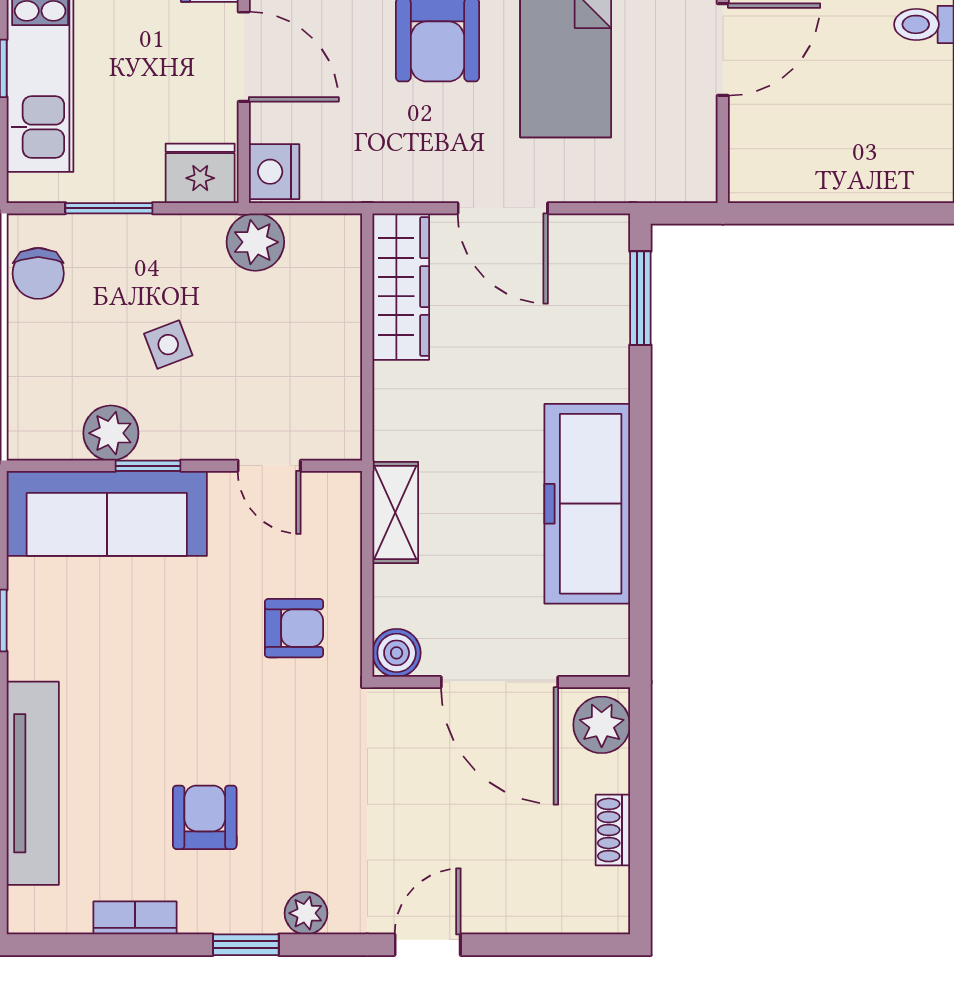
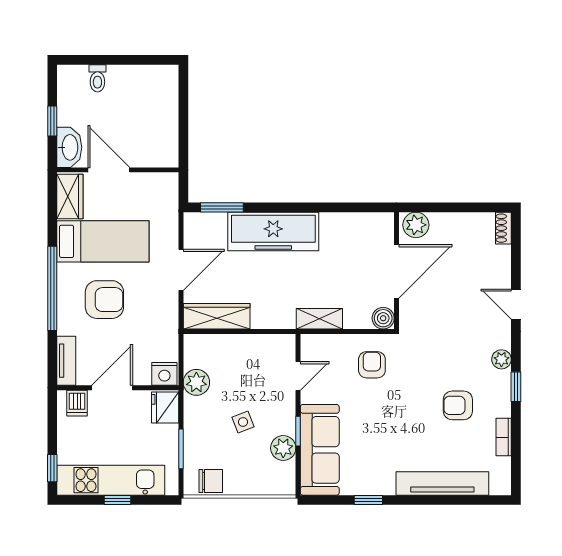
freezer: (587, 504) -> (273, 232), moved
shoe rack: (613, 830) -> (503, 228), moved, turned 90

